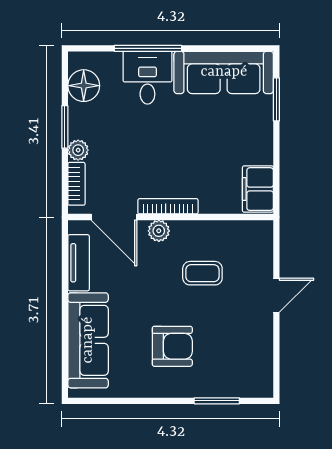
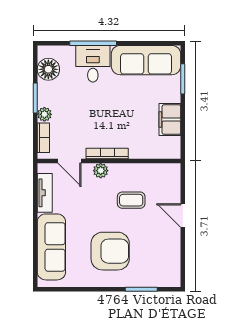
filing cabinet: (258, 189) -> (170, 120), moved
door: (114, 217) -> (69, 161), width x0.73
door: (276, 295) -> (183, 215), swing flipped
armchair: (172, 346) -> (110, 251), width x1.36, depth x1.36

